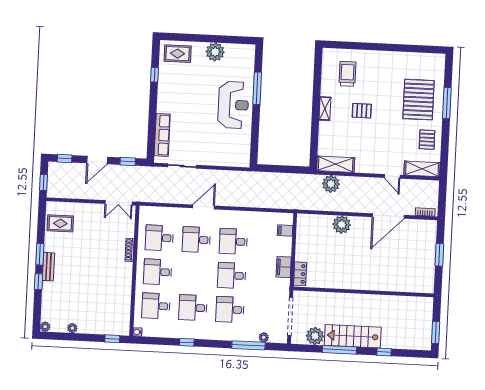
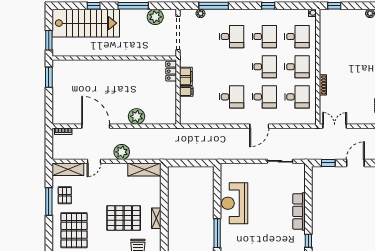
window: (447, 103) -> (49, 202), moved
reception desk: (233, 105) -> (235, 203), moved
pallet: (362, 111) -> (124, 218), width x2.05, depth x2.00
row of seats: (162, 135) -> (299, 211), moved
door: (392, 176) -> (94, 161), swing flipped
plant: (331, 184) -> (122, 152), moved
door: (388, 216) -> (96, 126), hinge flipped
filing cabinet: (285, 231) -> (186, 91), moved
window: (439, 255) -> (49, 77), moved
desk: (232, 275) -> (264, 67), moved
window: (436, 333) -> (49, 40), moved
stairs: (353, 336) -> (86, 23), moved, width x1.36, depth x1.51

